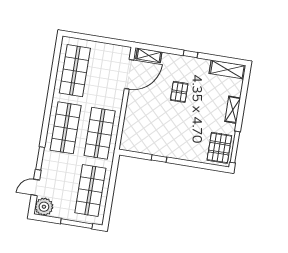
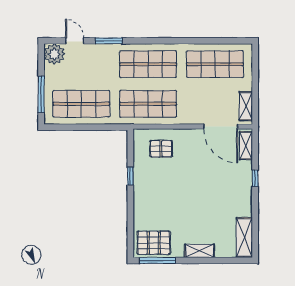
shelving: (115, 50) -> (246, 106), added
window: (191, 54) -> (255, 178), moved
pallet: (179, 92) -> (161, 149), moved

